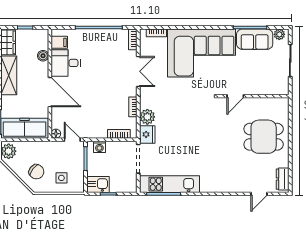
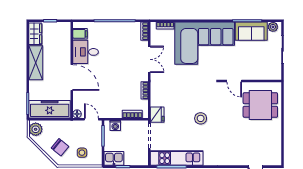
boiler: (43, 56) -> (66, 46), removed
door: (235, 96) -> (234, 81), hinge flipped
plant: (147, 117) -> (157, 99), removed
dining table: (264, 137) -> (260, 105), moved
stool: (197, 139) -> (201, 118), added
dresser: (283, 179) -> (276, 154), removed

